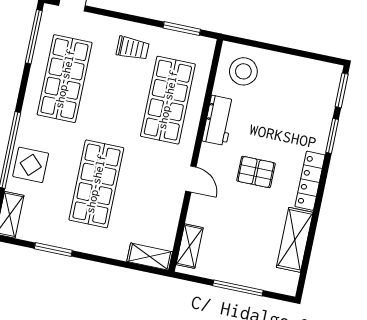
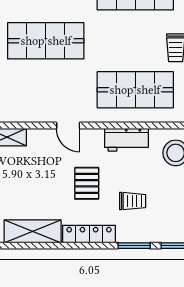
trolley: (285, 128) -> (133, 201), added
door: (191, 179) -> (68, 126), hinge flipped

